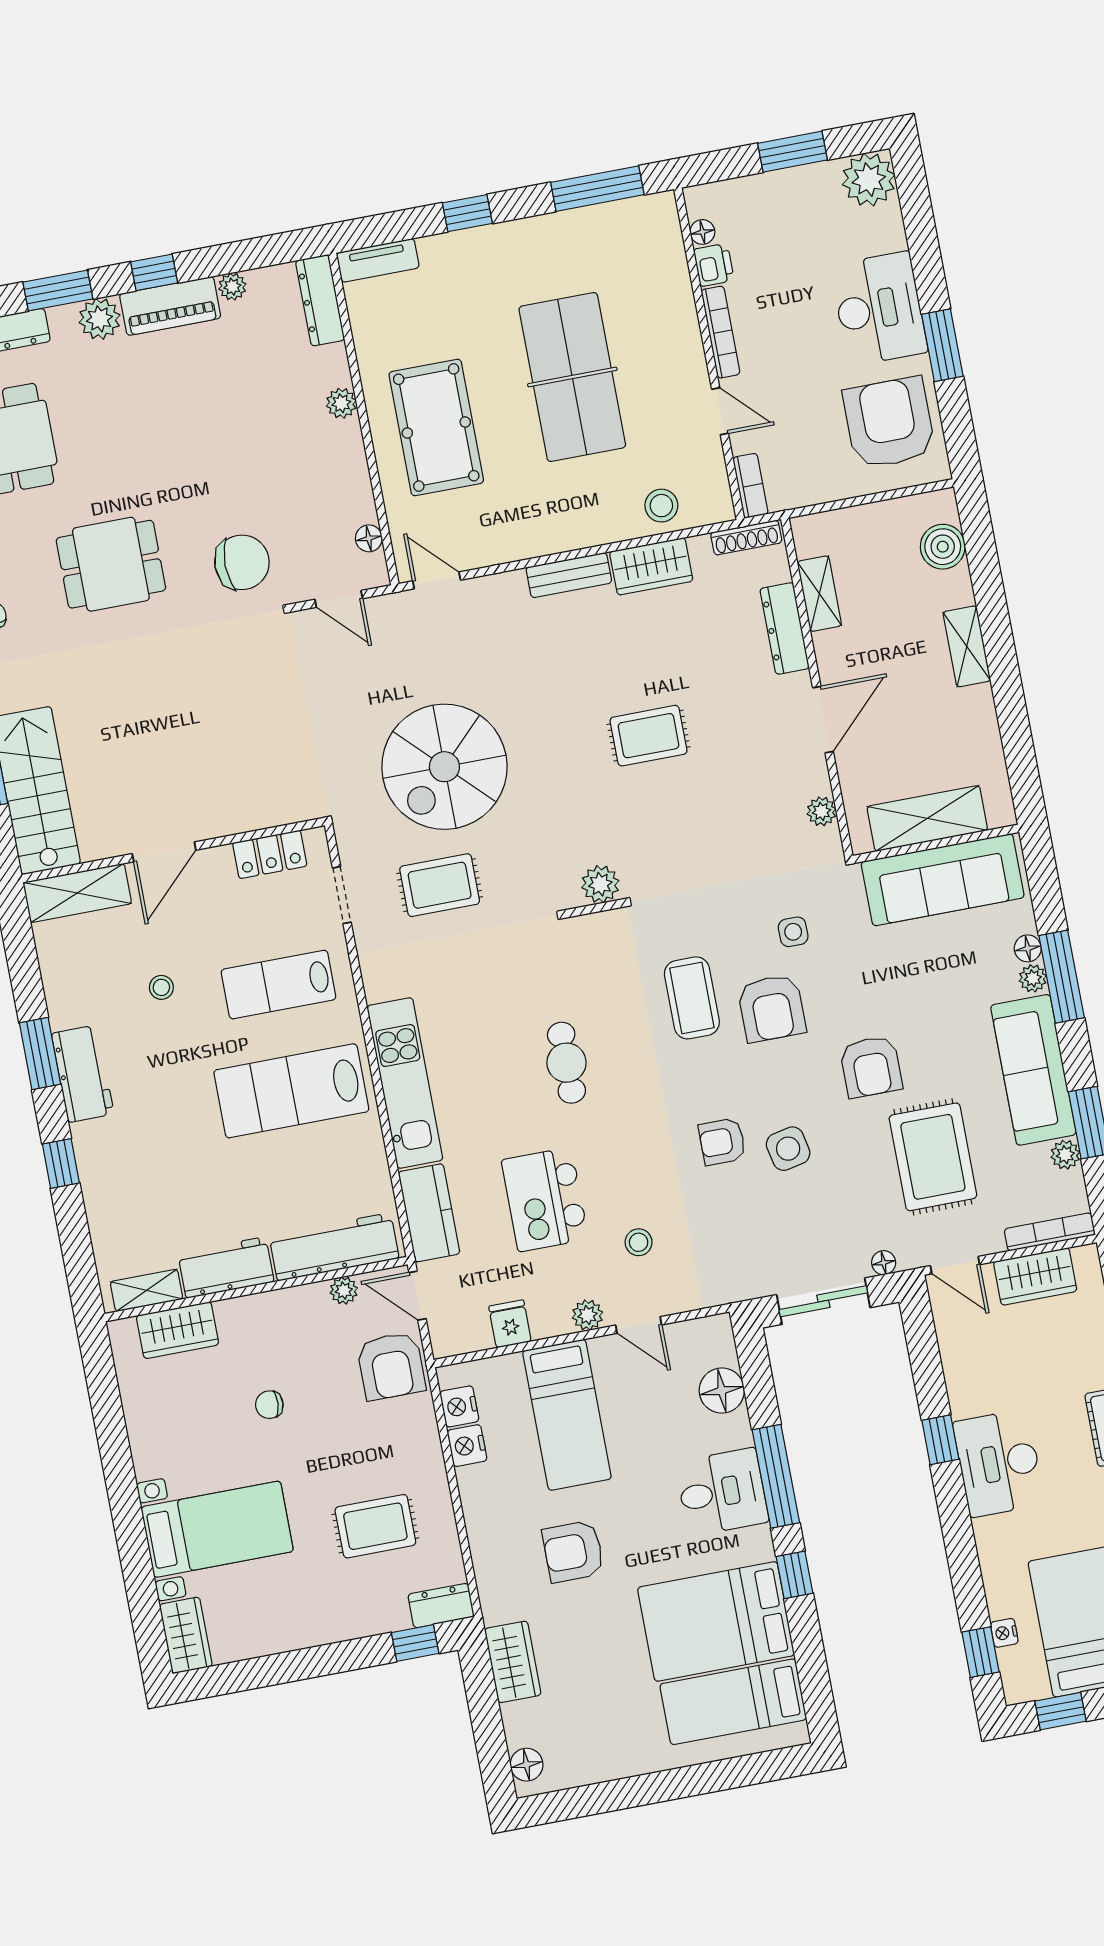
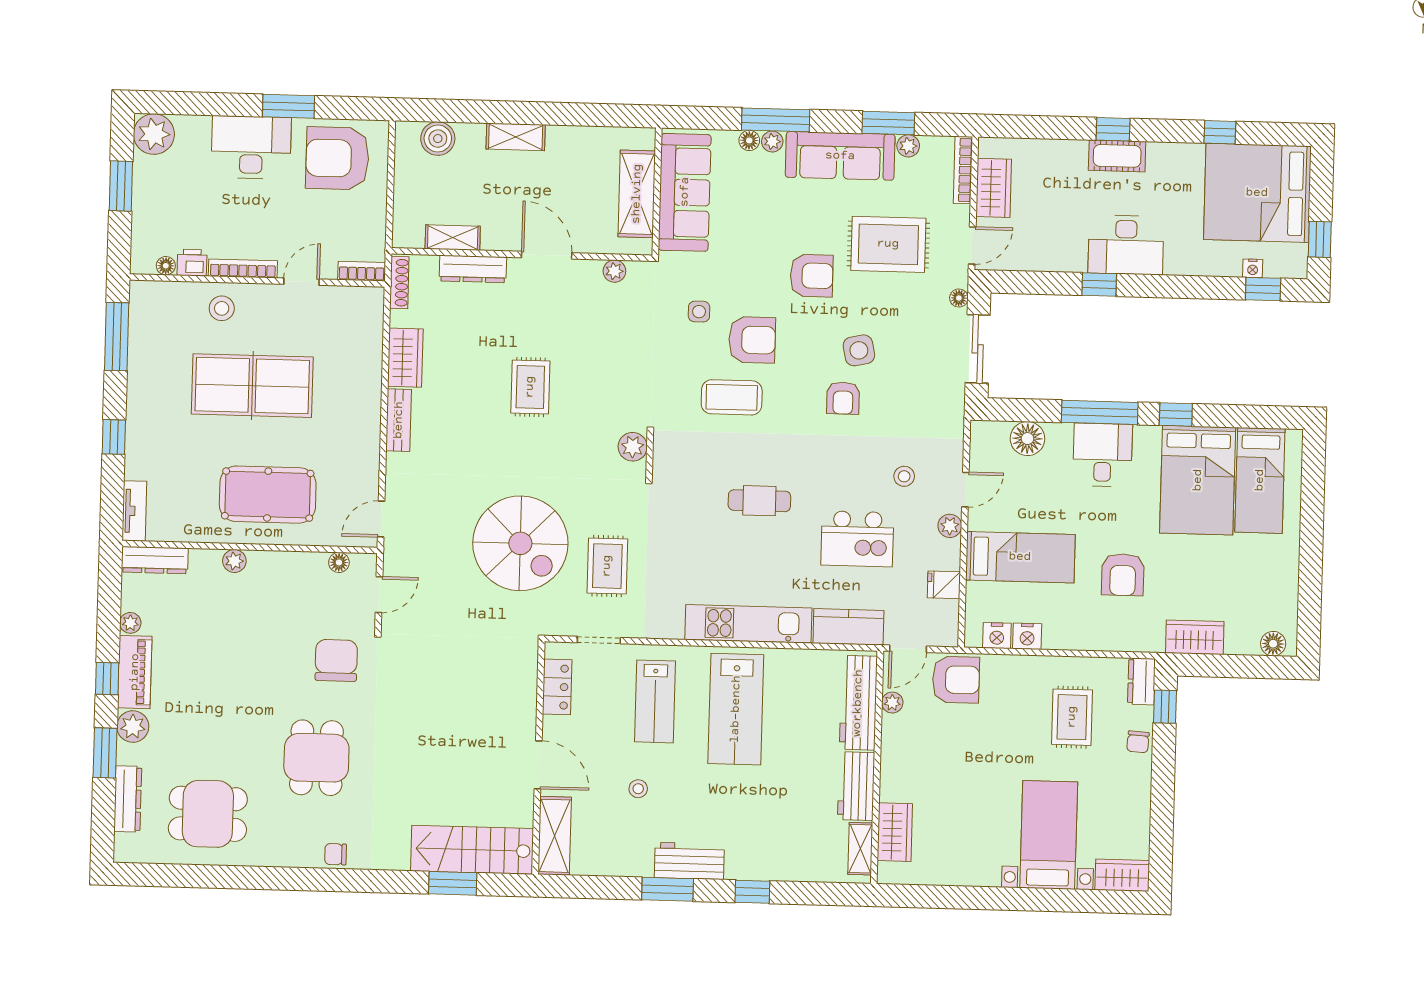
stool: (661, 506) -> (222, 308), moved
chair: (269, 1405) -> (1138, 742), moved

